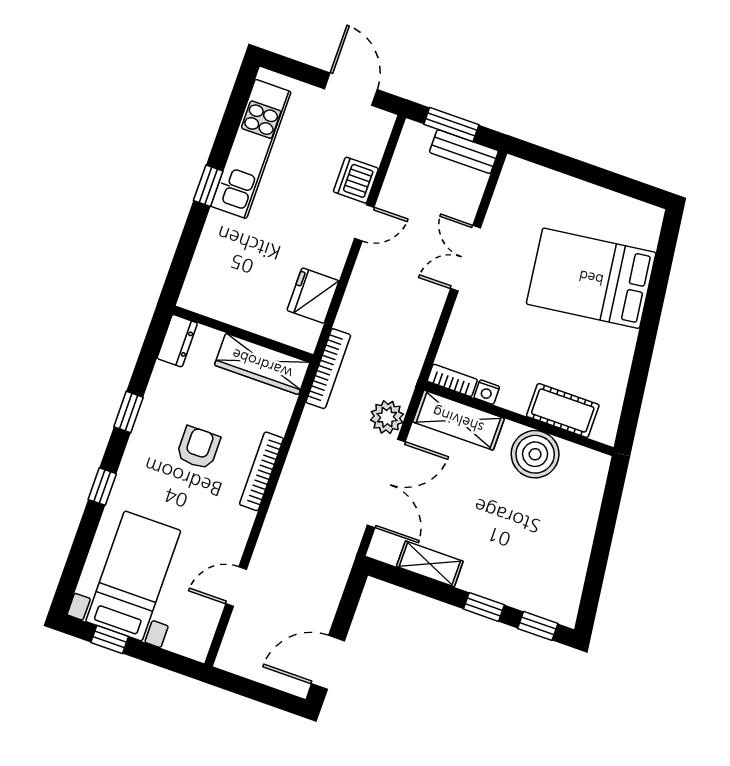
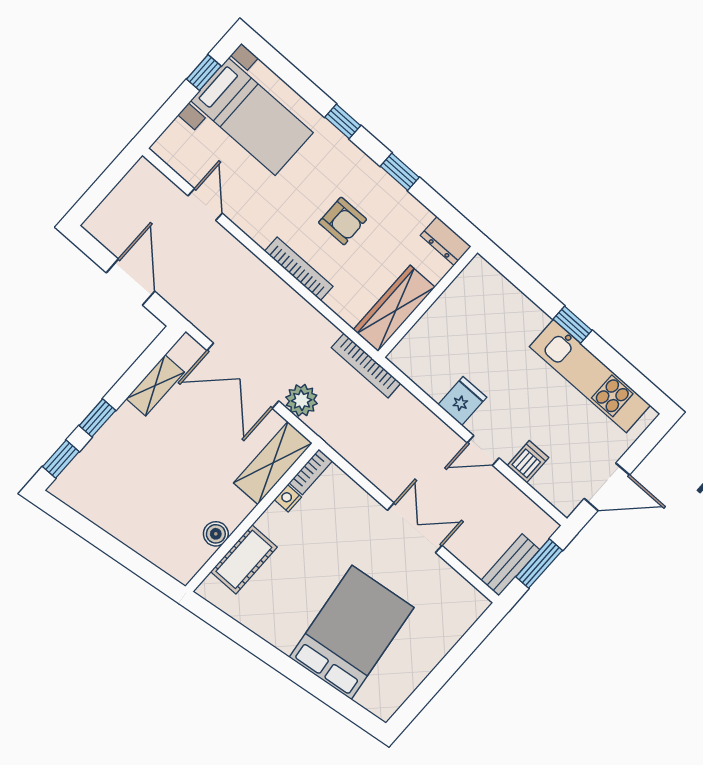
dishwasher: (356, 180) -> (528, 462), width x0.73
door: (364, 223) -> (483, 450), hinge flipped
fridge: (313, 296) -> (462, 401), moved, width x0.72
boiler: (535, 454) -> (216, 534), width x0.54, depth x0.54
door: (328, 662) -> (130, 282), moved

